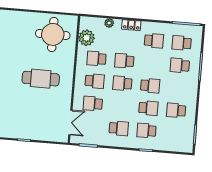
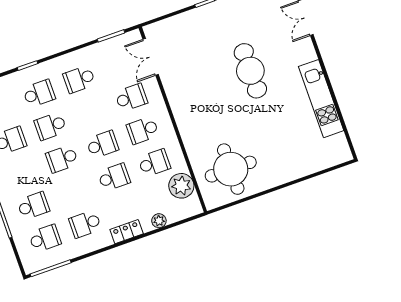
cafe table: (41, 79) -> (250, 71), moved, turned 90

